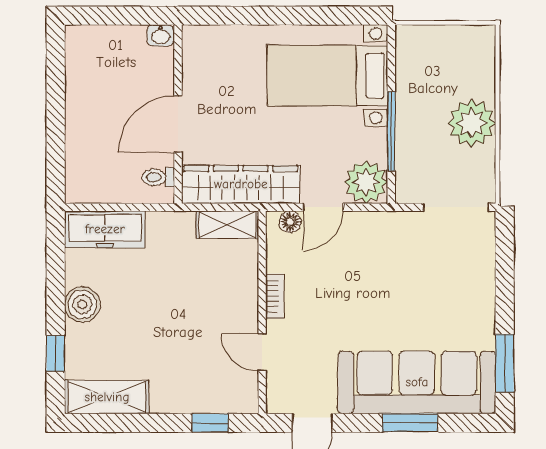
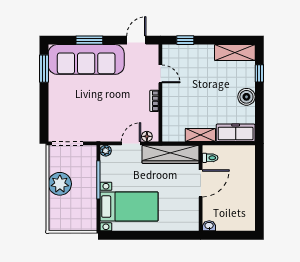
plant: (366, 182) -> (106, 151), width x0.53, depth x0.53
shelving: (227, 225) -> (200, 135), moved

